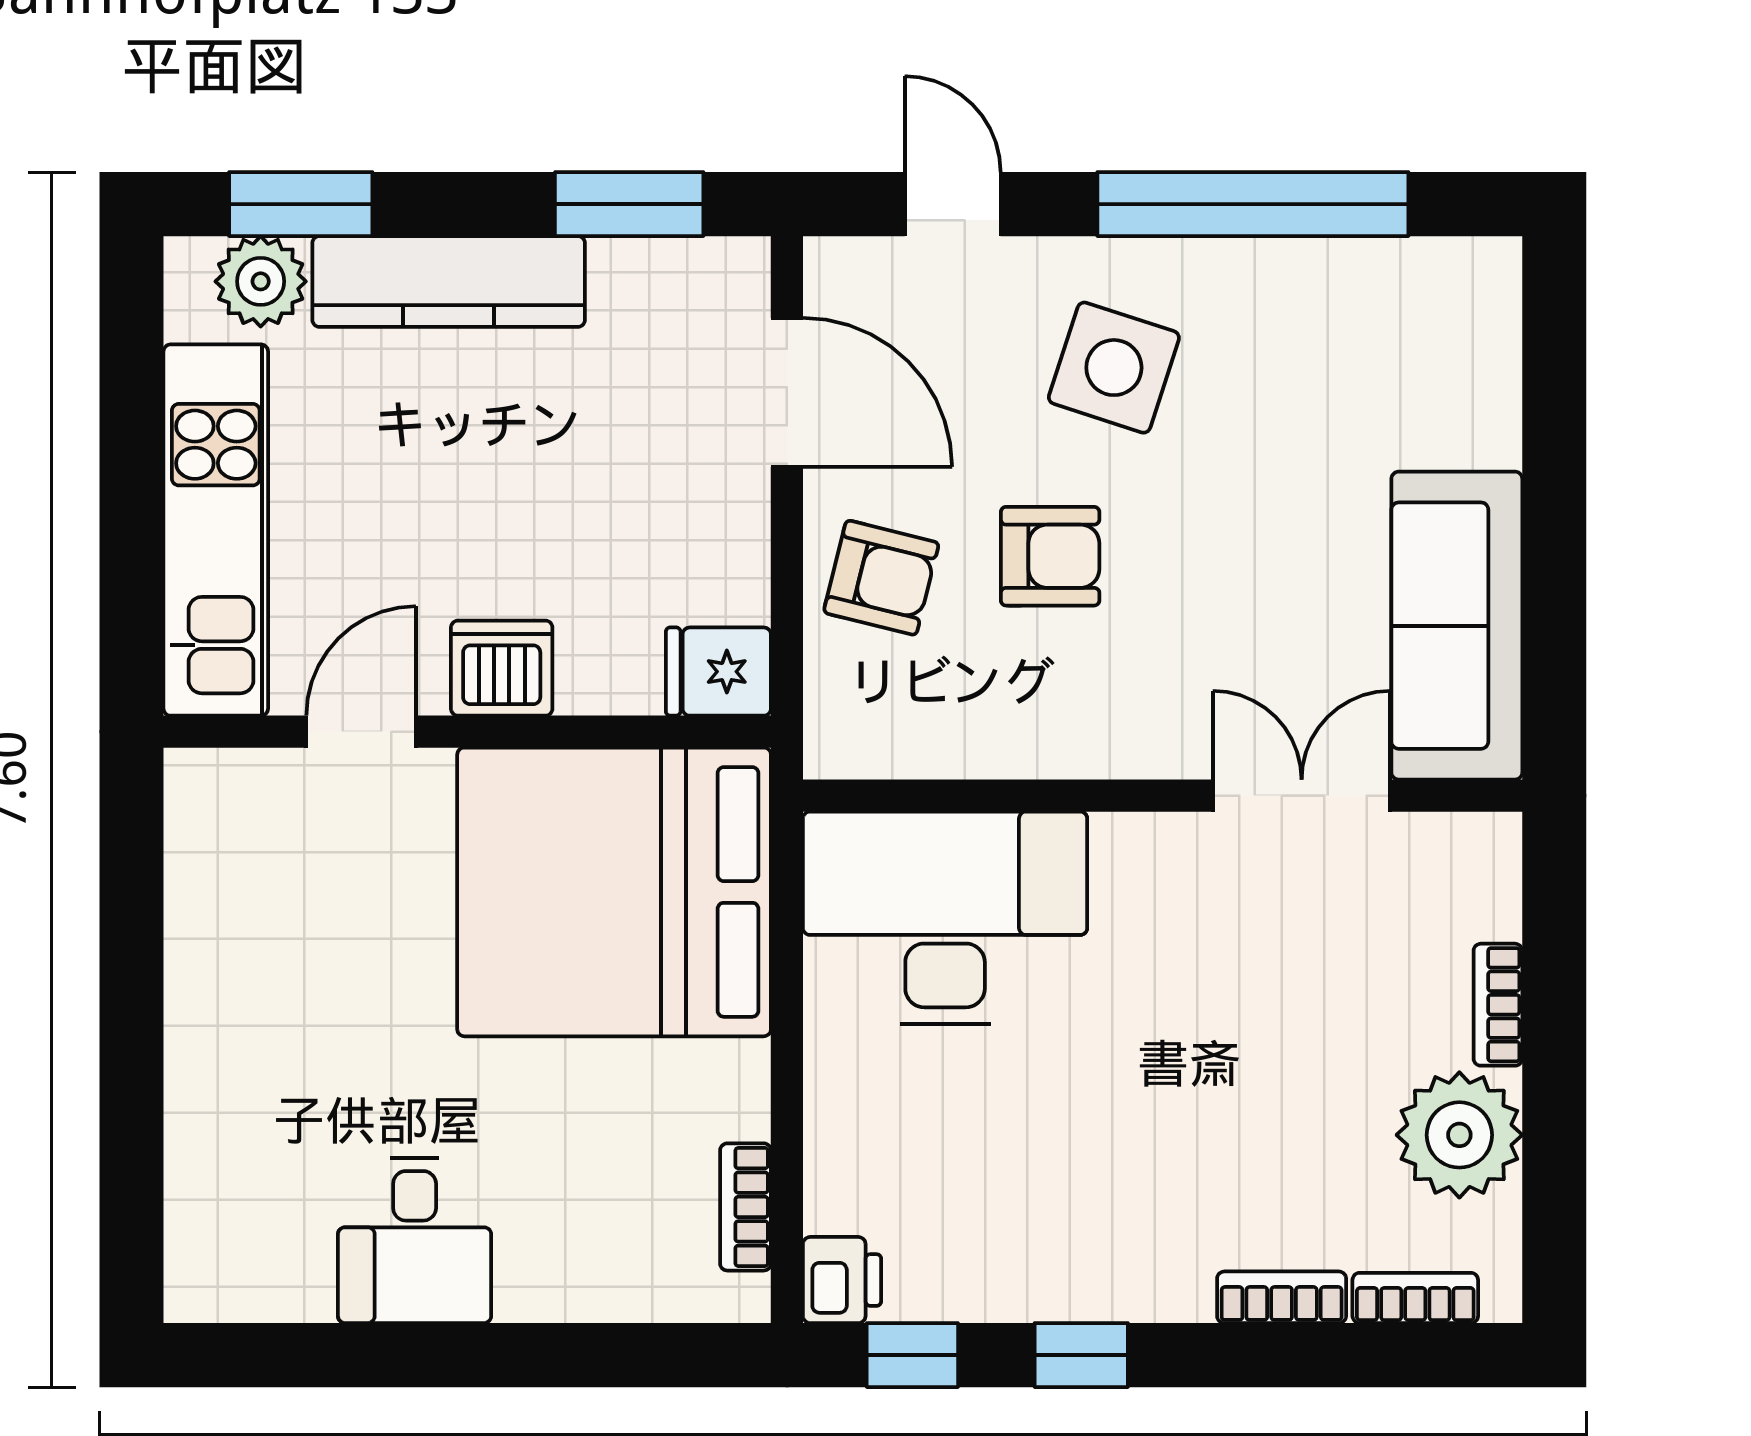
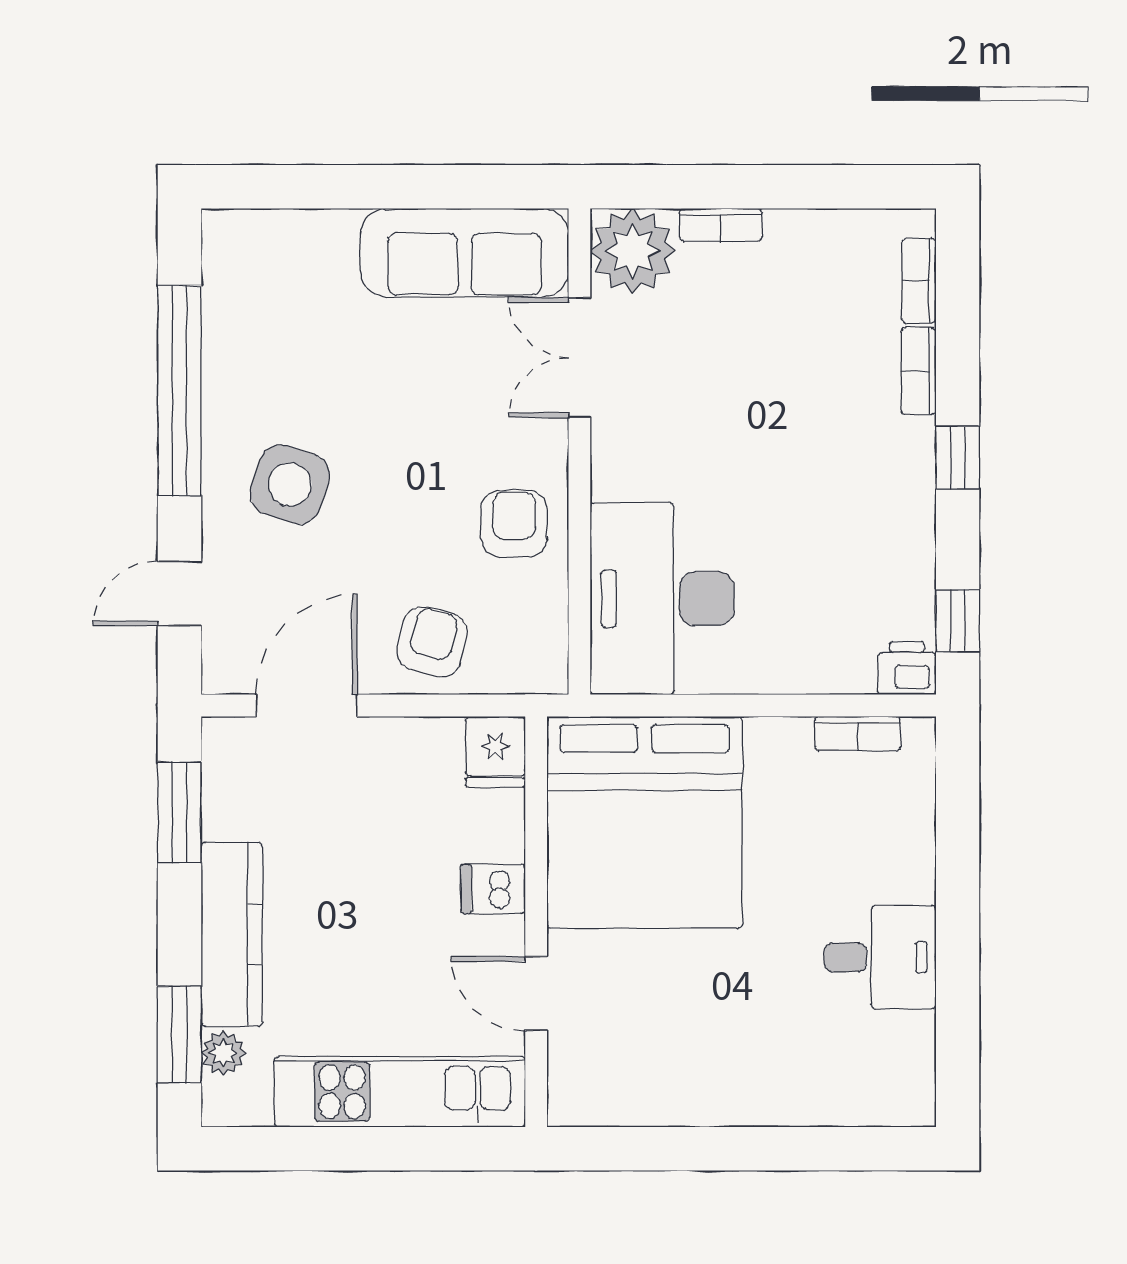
plant: (261, 281) -> (223, 1053), width x0.73, depth x0.73
armchair: (1050, 556) -> (514, 524), moved
dishwasher: (502, 668) -> (493, 889), width x0.73
plant: (1459, 1135) -> (633, 251), moved
window: (1081, 1355) -> (958, 457), moved

